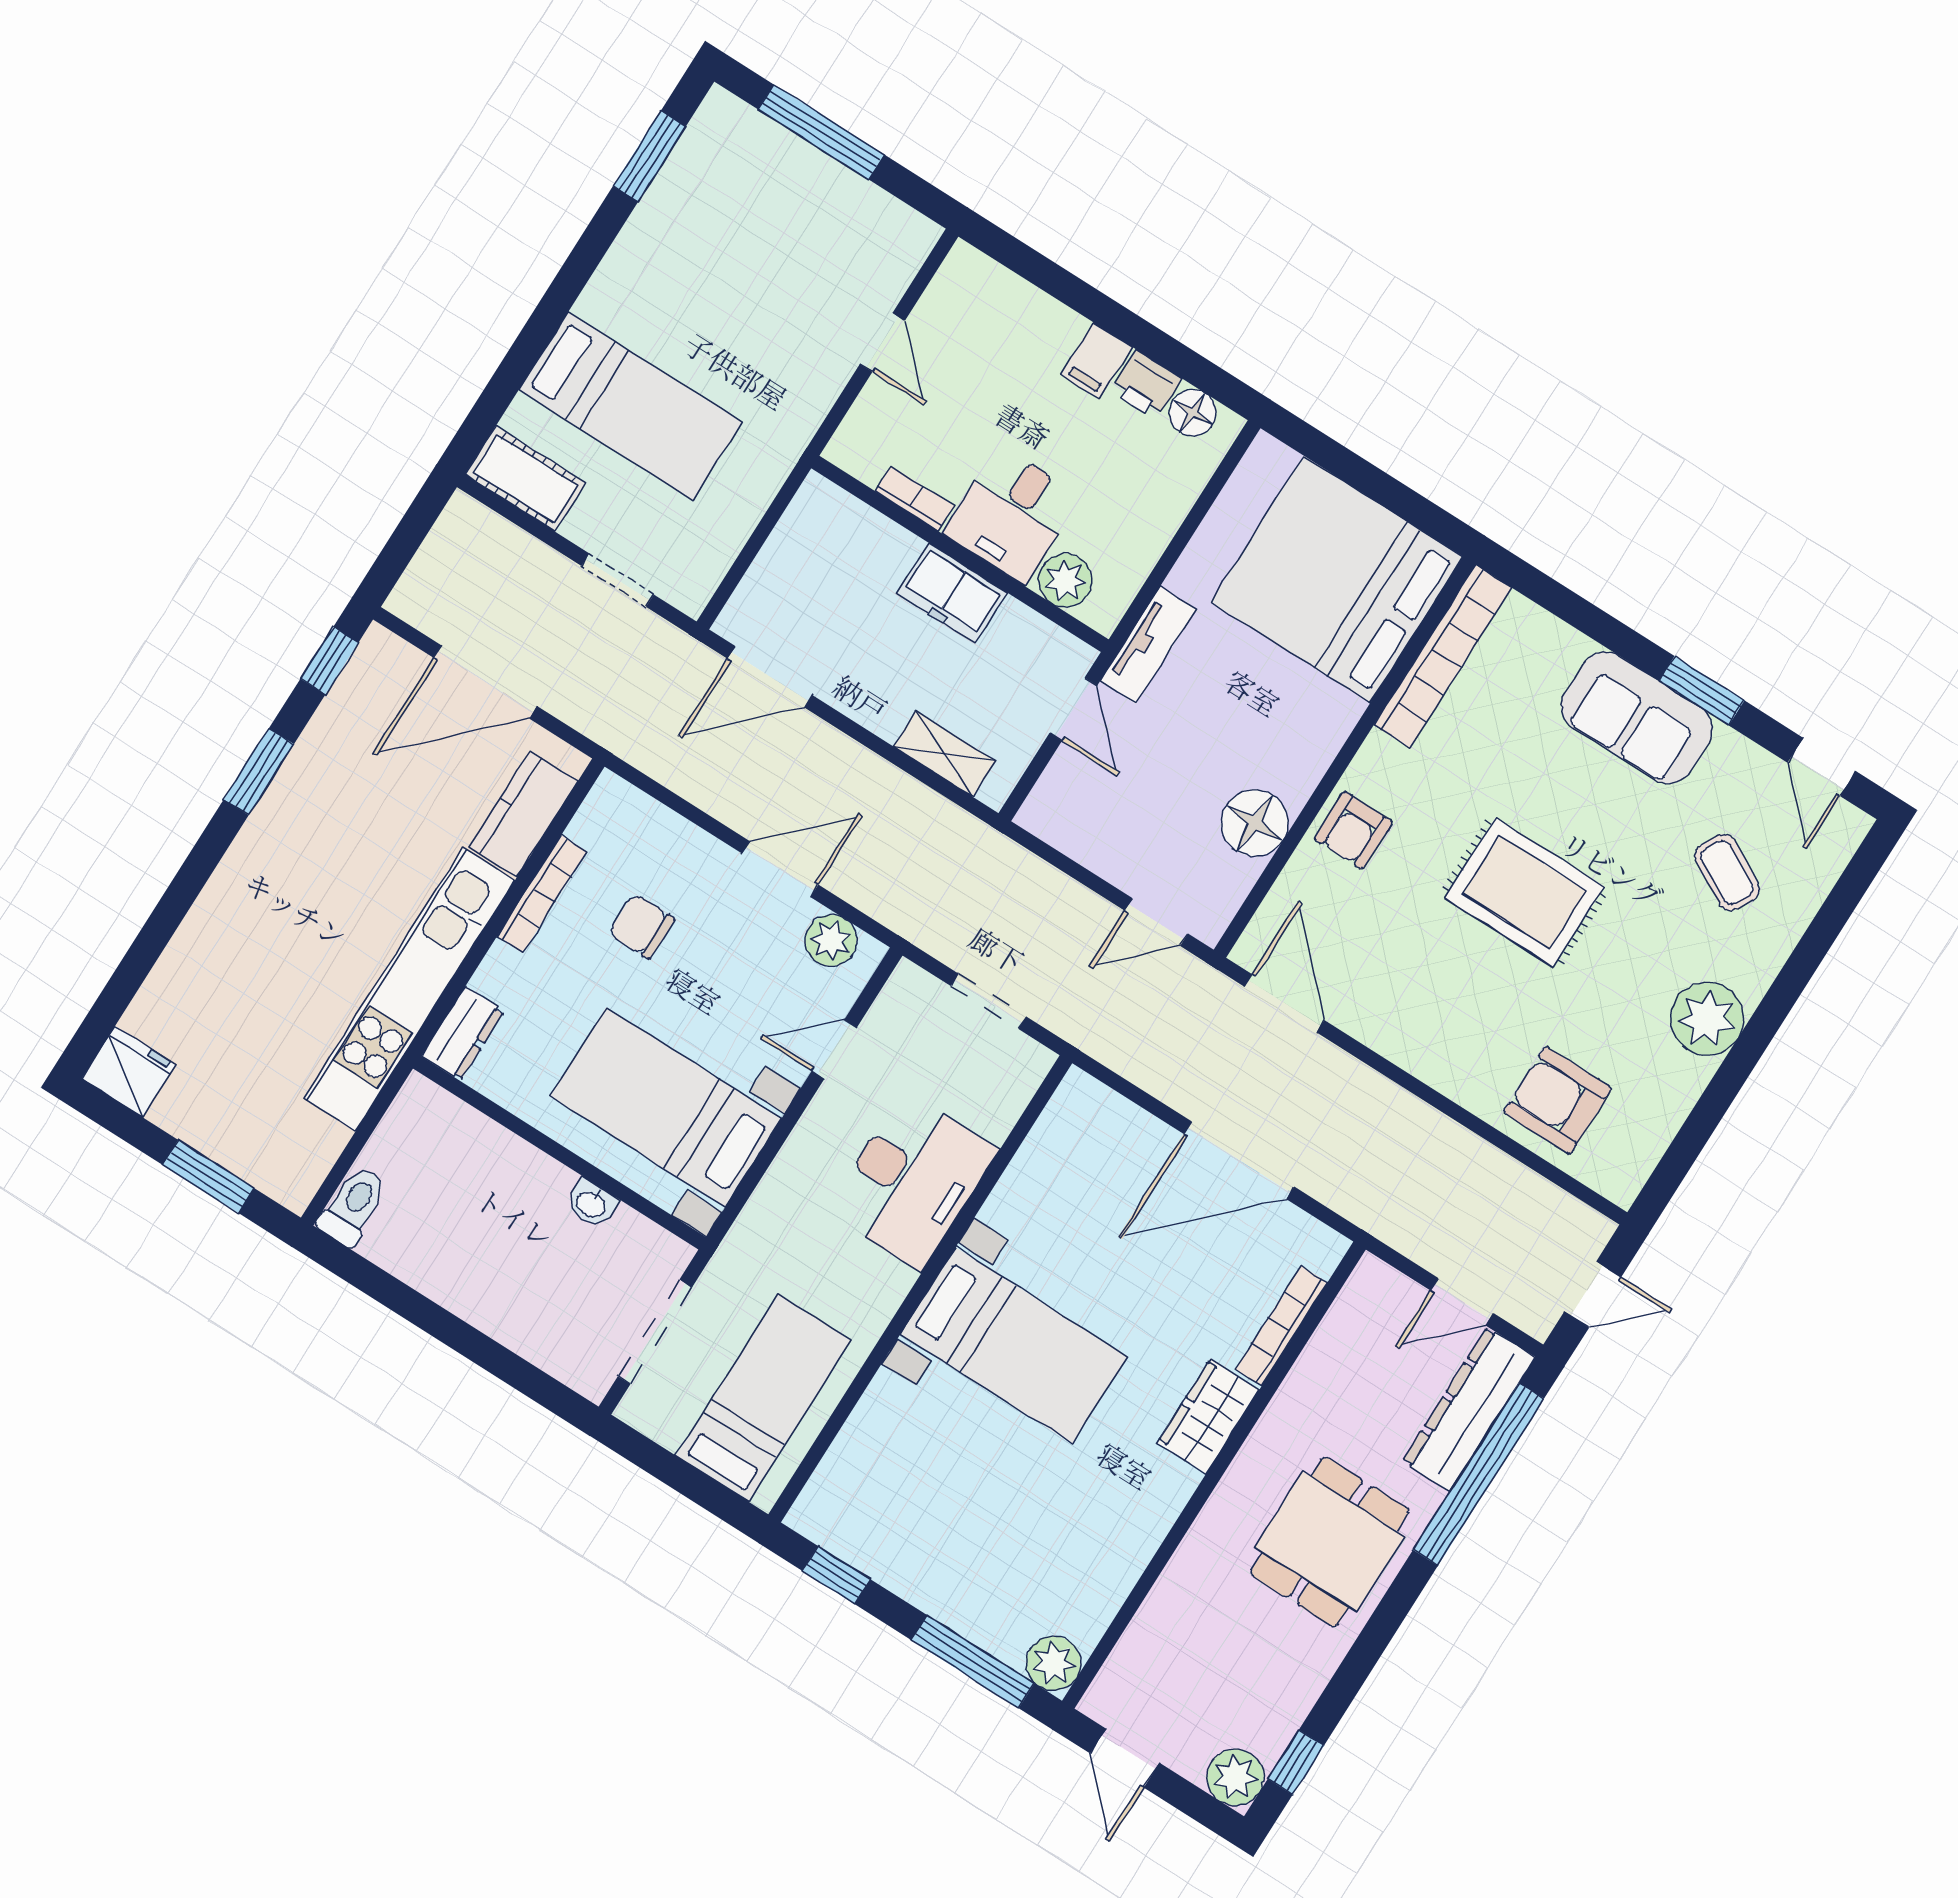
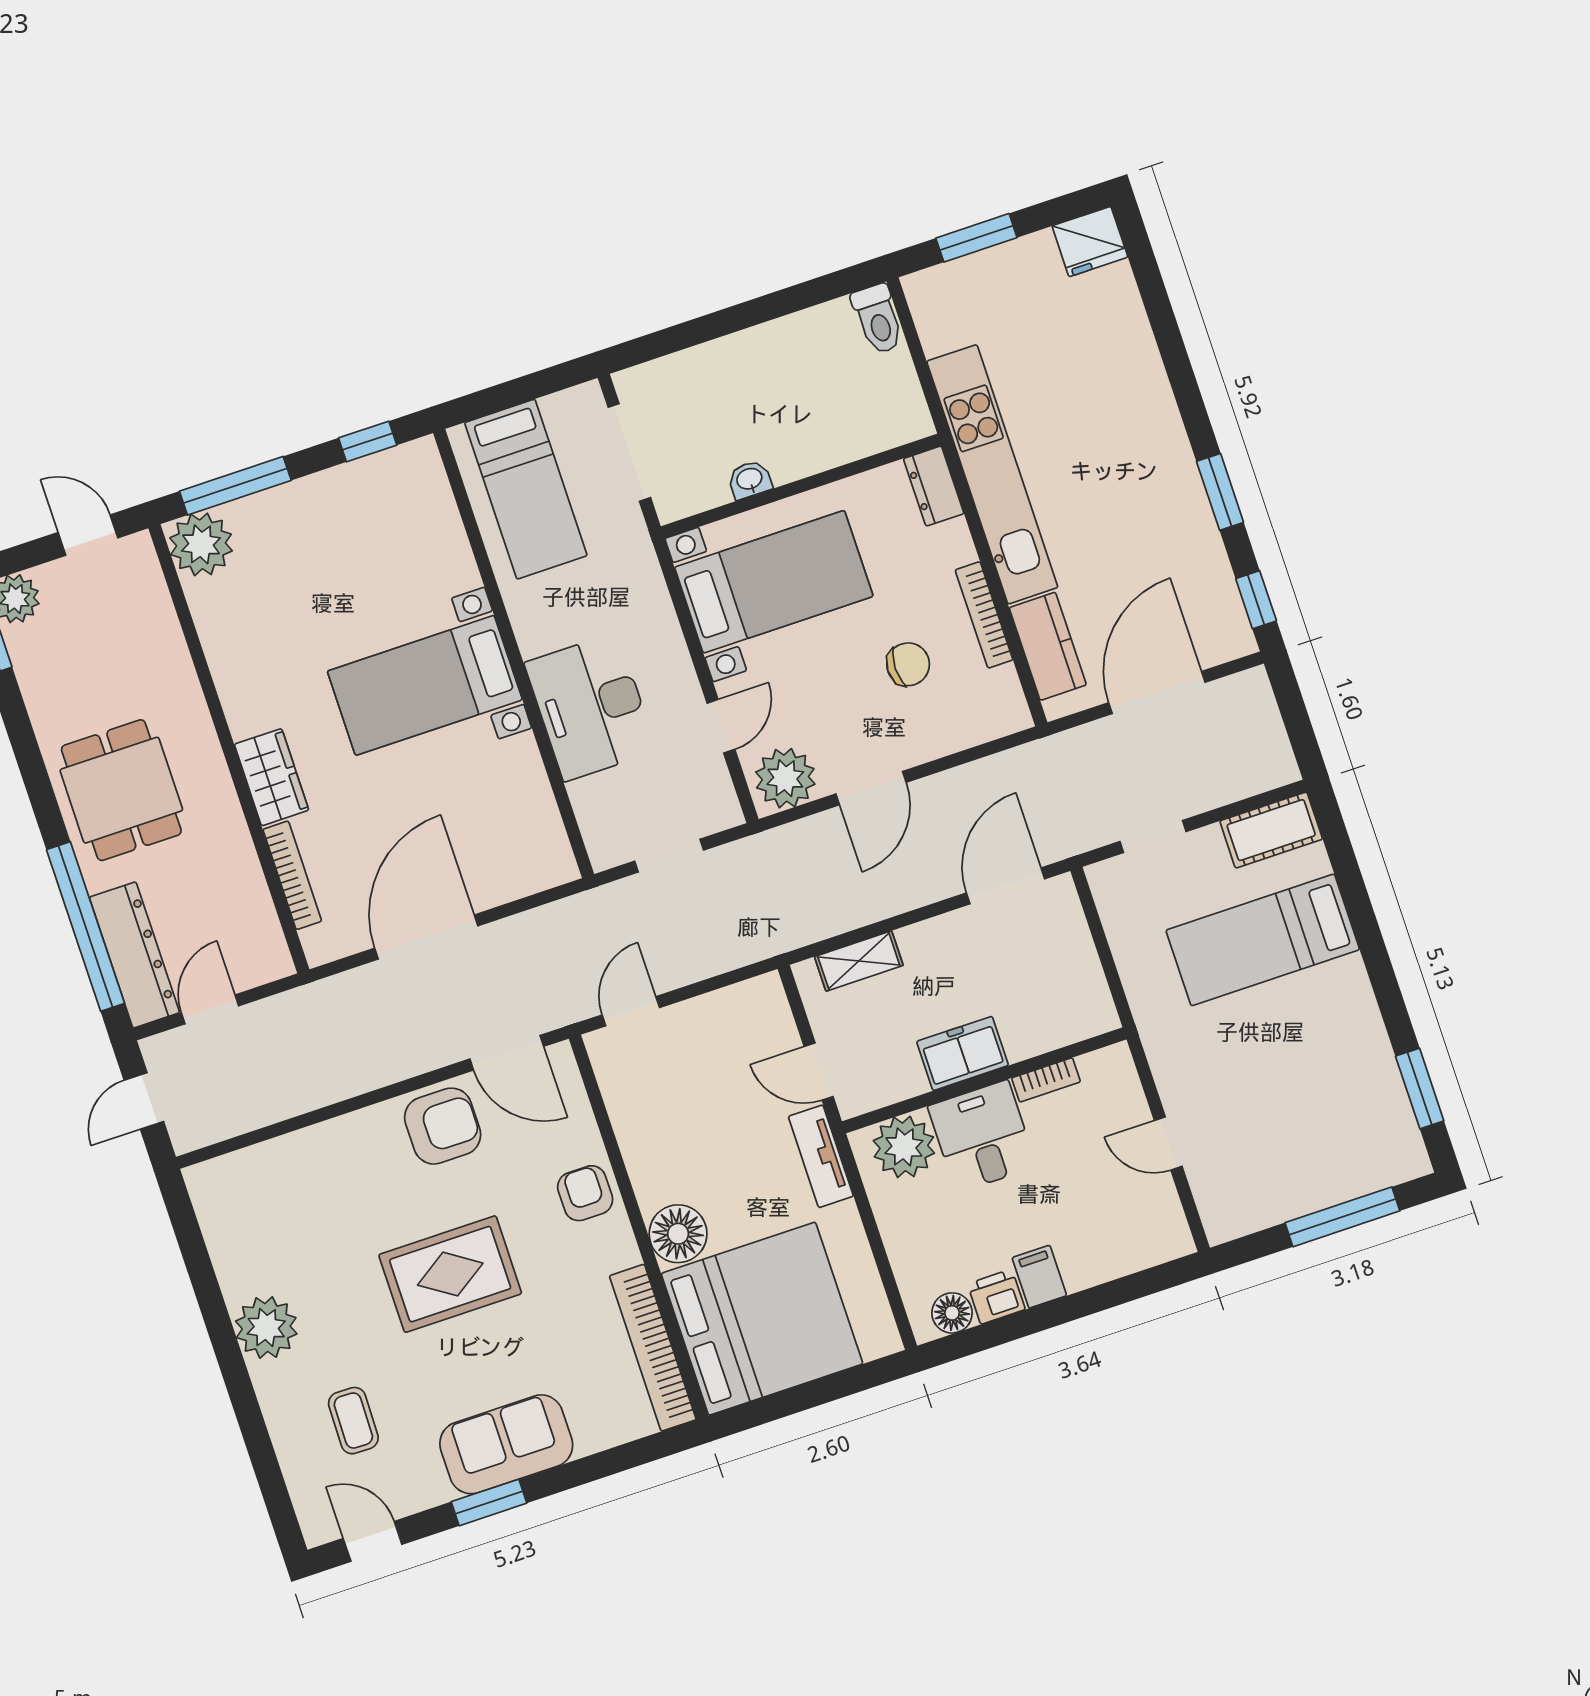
plant: (1065, 580) -> (904, 1147), width x1.36, depth x1.36
floor lamp: (1255, 823) -> (678, 1234), moved
coffee table: (1727, 872) -> (353, 1421), turned 62
plant: (831, 941) -> (785, 778), width x1.36, depth x1.36
armchair: (1558, 1100) -> (443, 1126), moved
plant: (1054, 1663) -> (201, 544), width x1.36, depth x1.36

